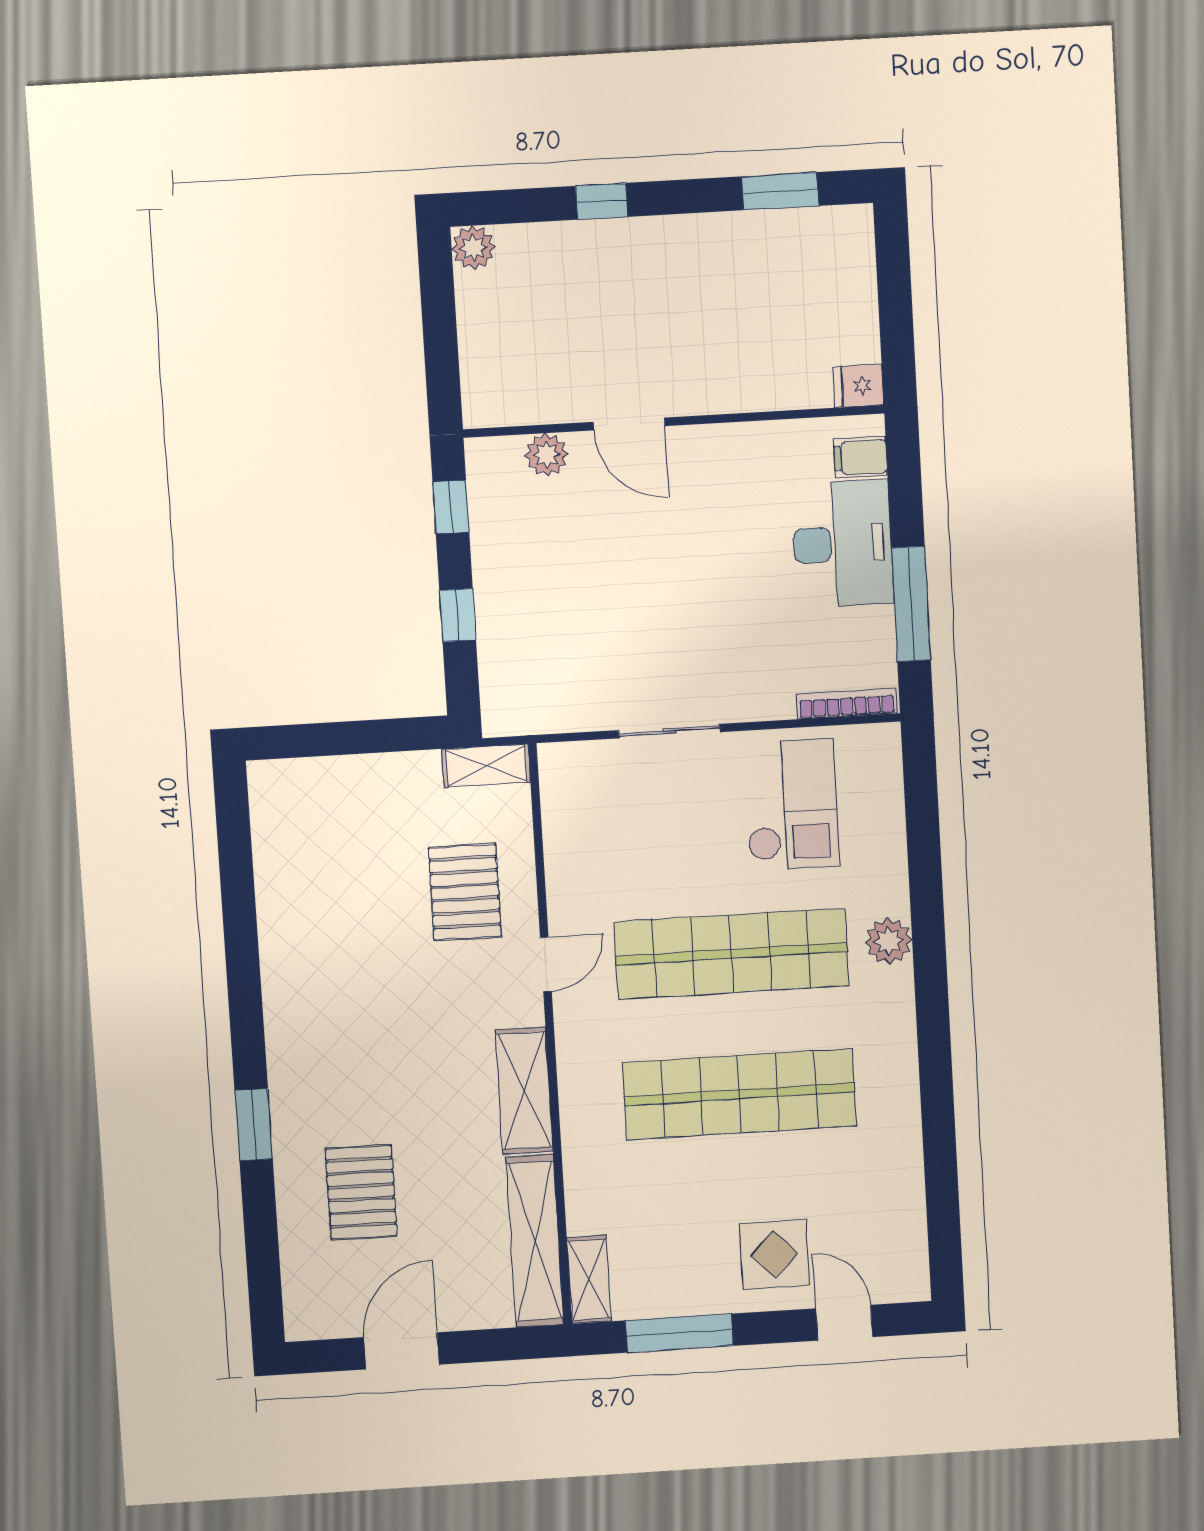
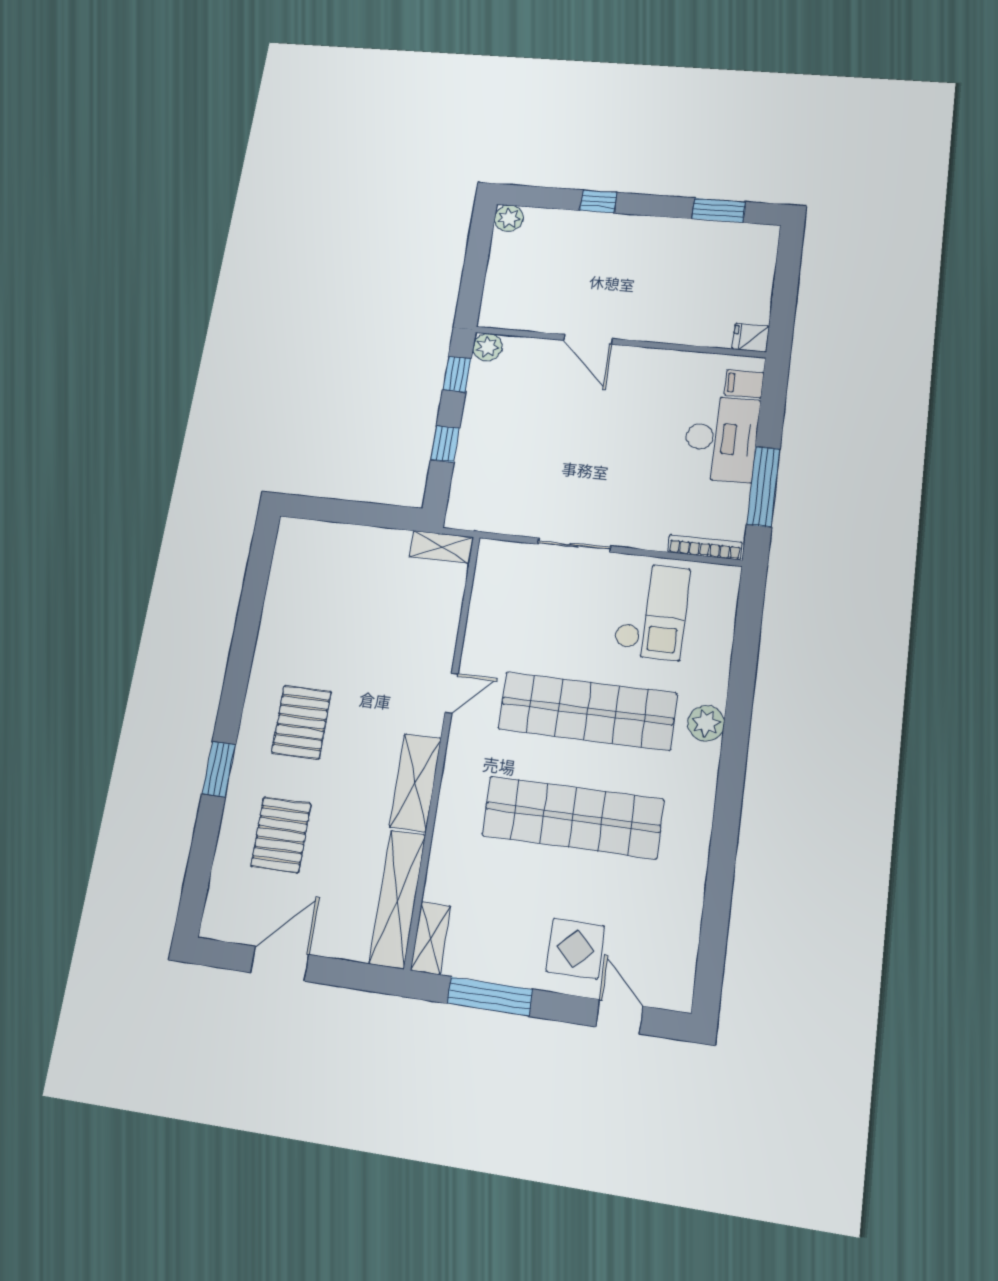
plant: (547, 455) -> (488, 347), moved
pallet: (465, 892) -> (301, 722), moved

